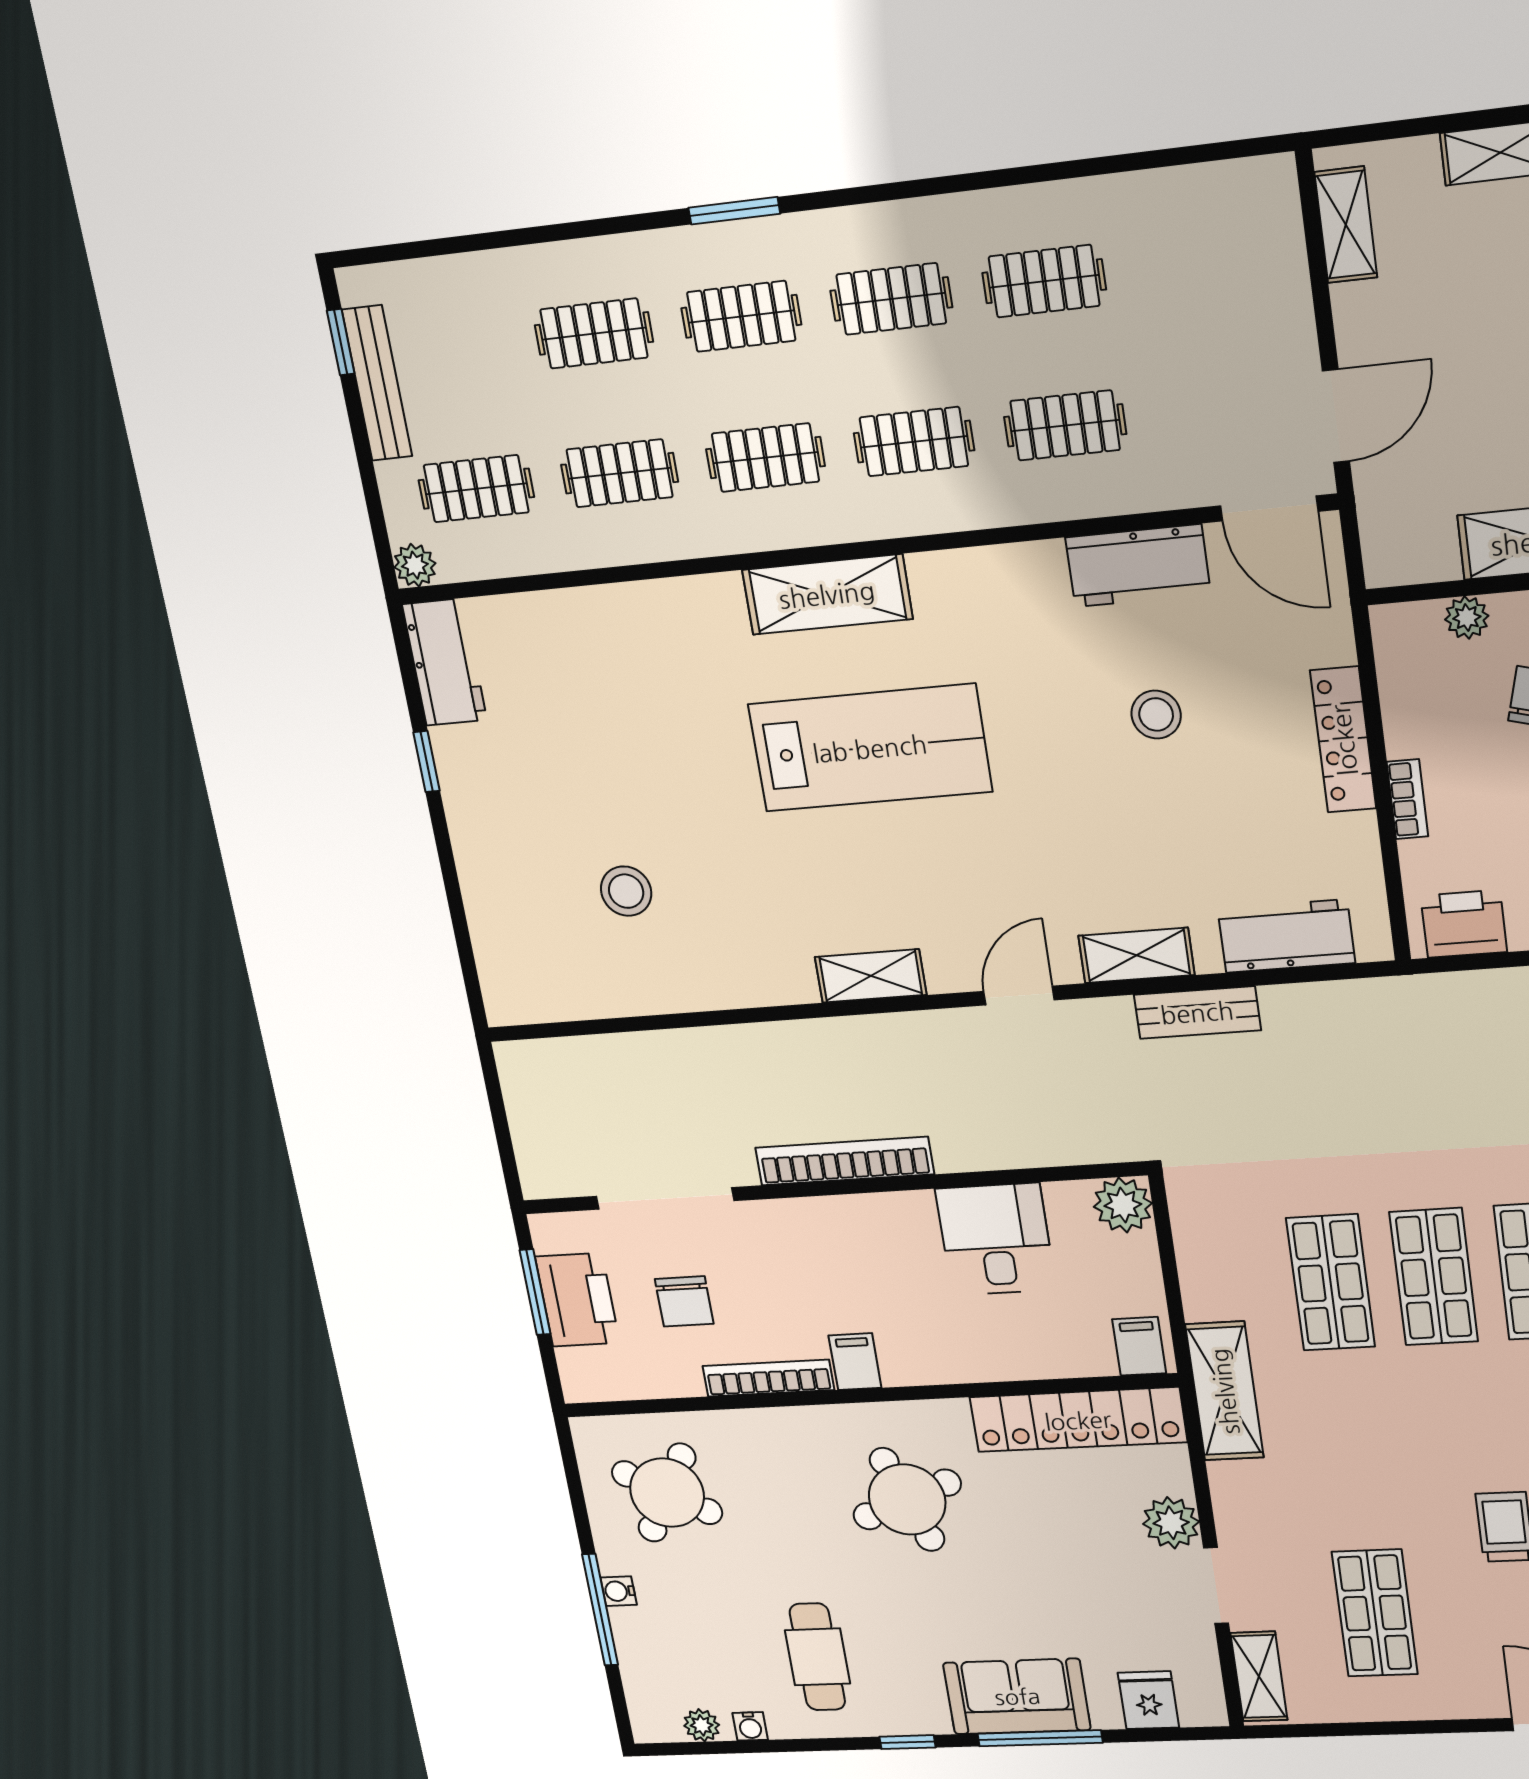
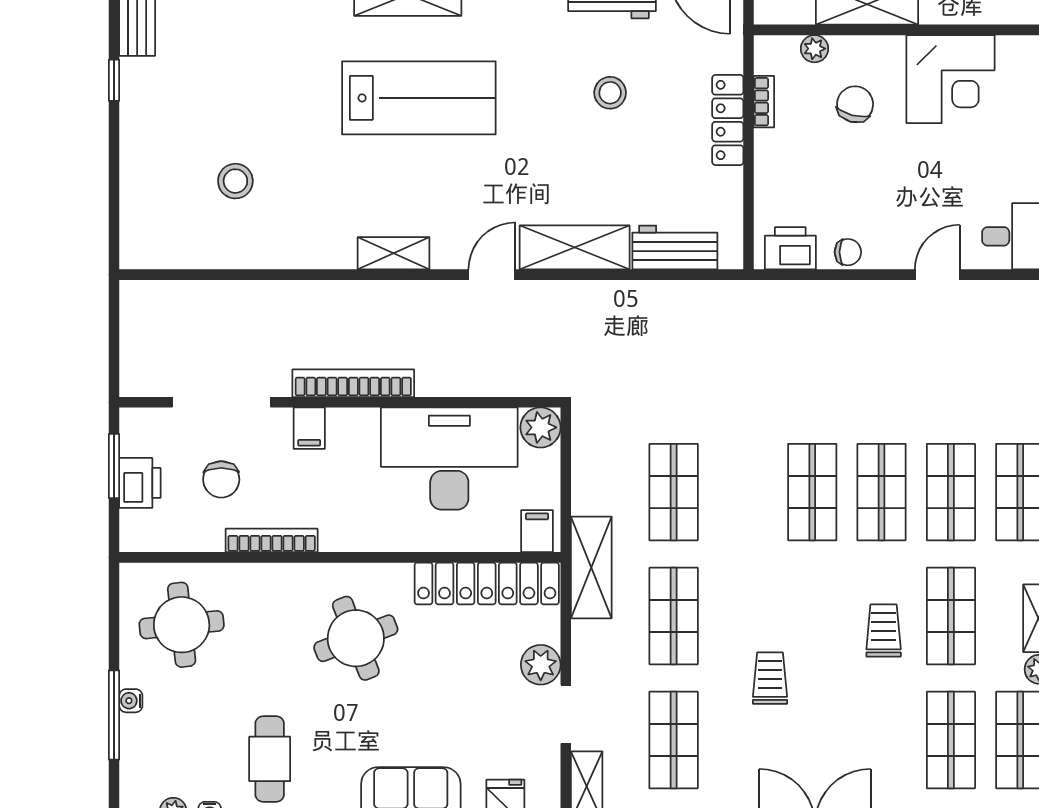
bookcase: (1407, 799) -> (764, 102), moved
shelving: (1136, 955) -> (575, 247), width x1.50, depth x1.33
bench: (1197, 1012) -> (609, 295), removed
desk: (996, 1239) -> (449, 459), width x1.87, depth x1.30
shop shelf: (1434, 1277) -> (674, 616), moved
printer: (577, 1300) -> (140, 483), width x0.73, depth x0.84
filing cabinet: (855, 1362) -> (309, 428), moved, turned 180
round table: (667, 1493) -> (182, 625), turned -36

